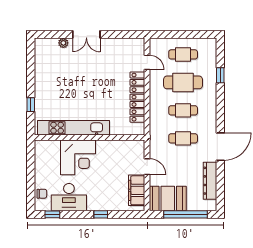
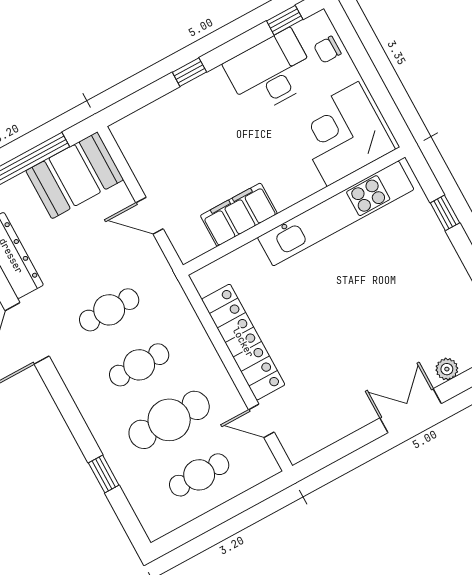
corner desk: (78, 157) -> (343, 134), moved
filing cabinet: (137, 190) -> (239, 215), moved, turned -90

